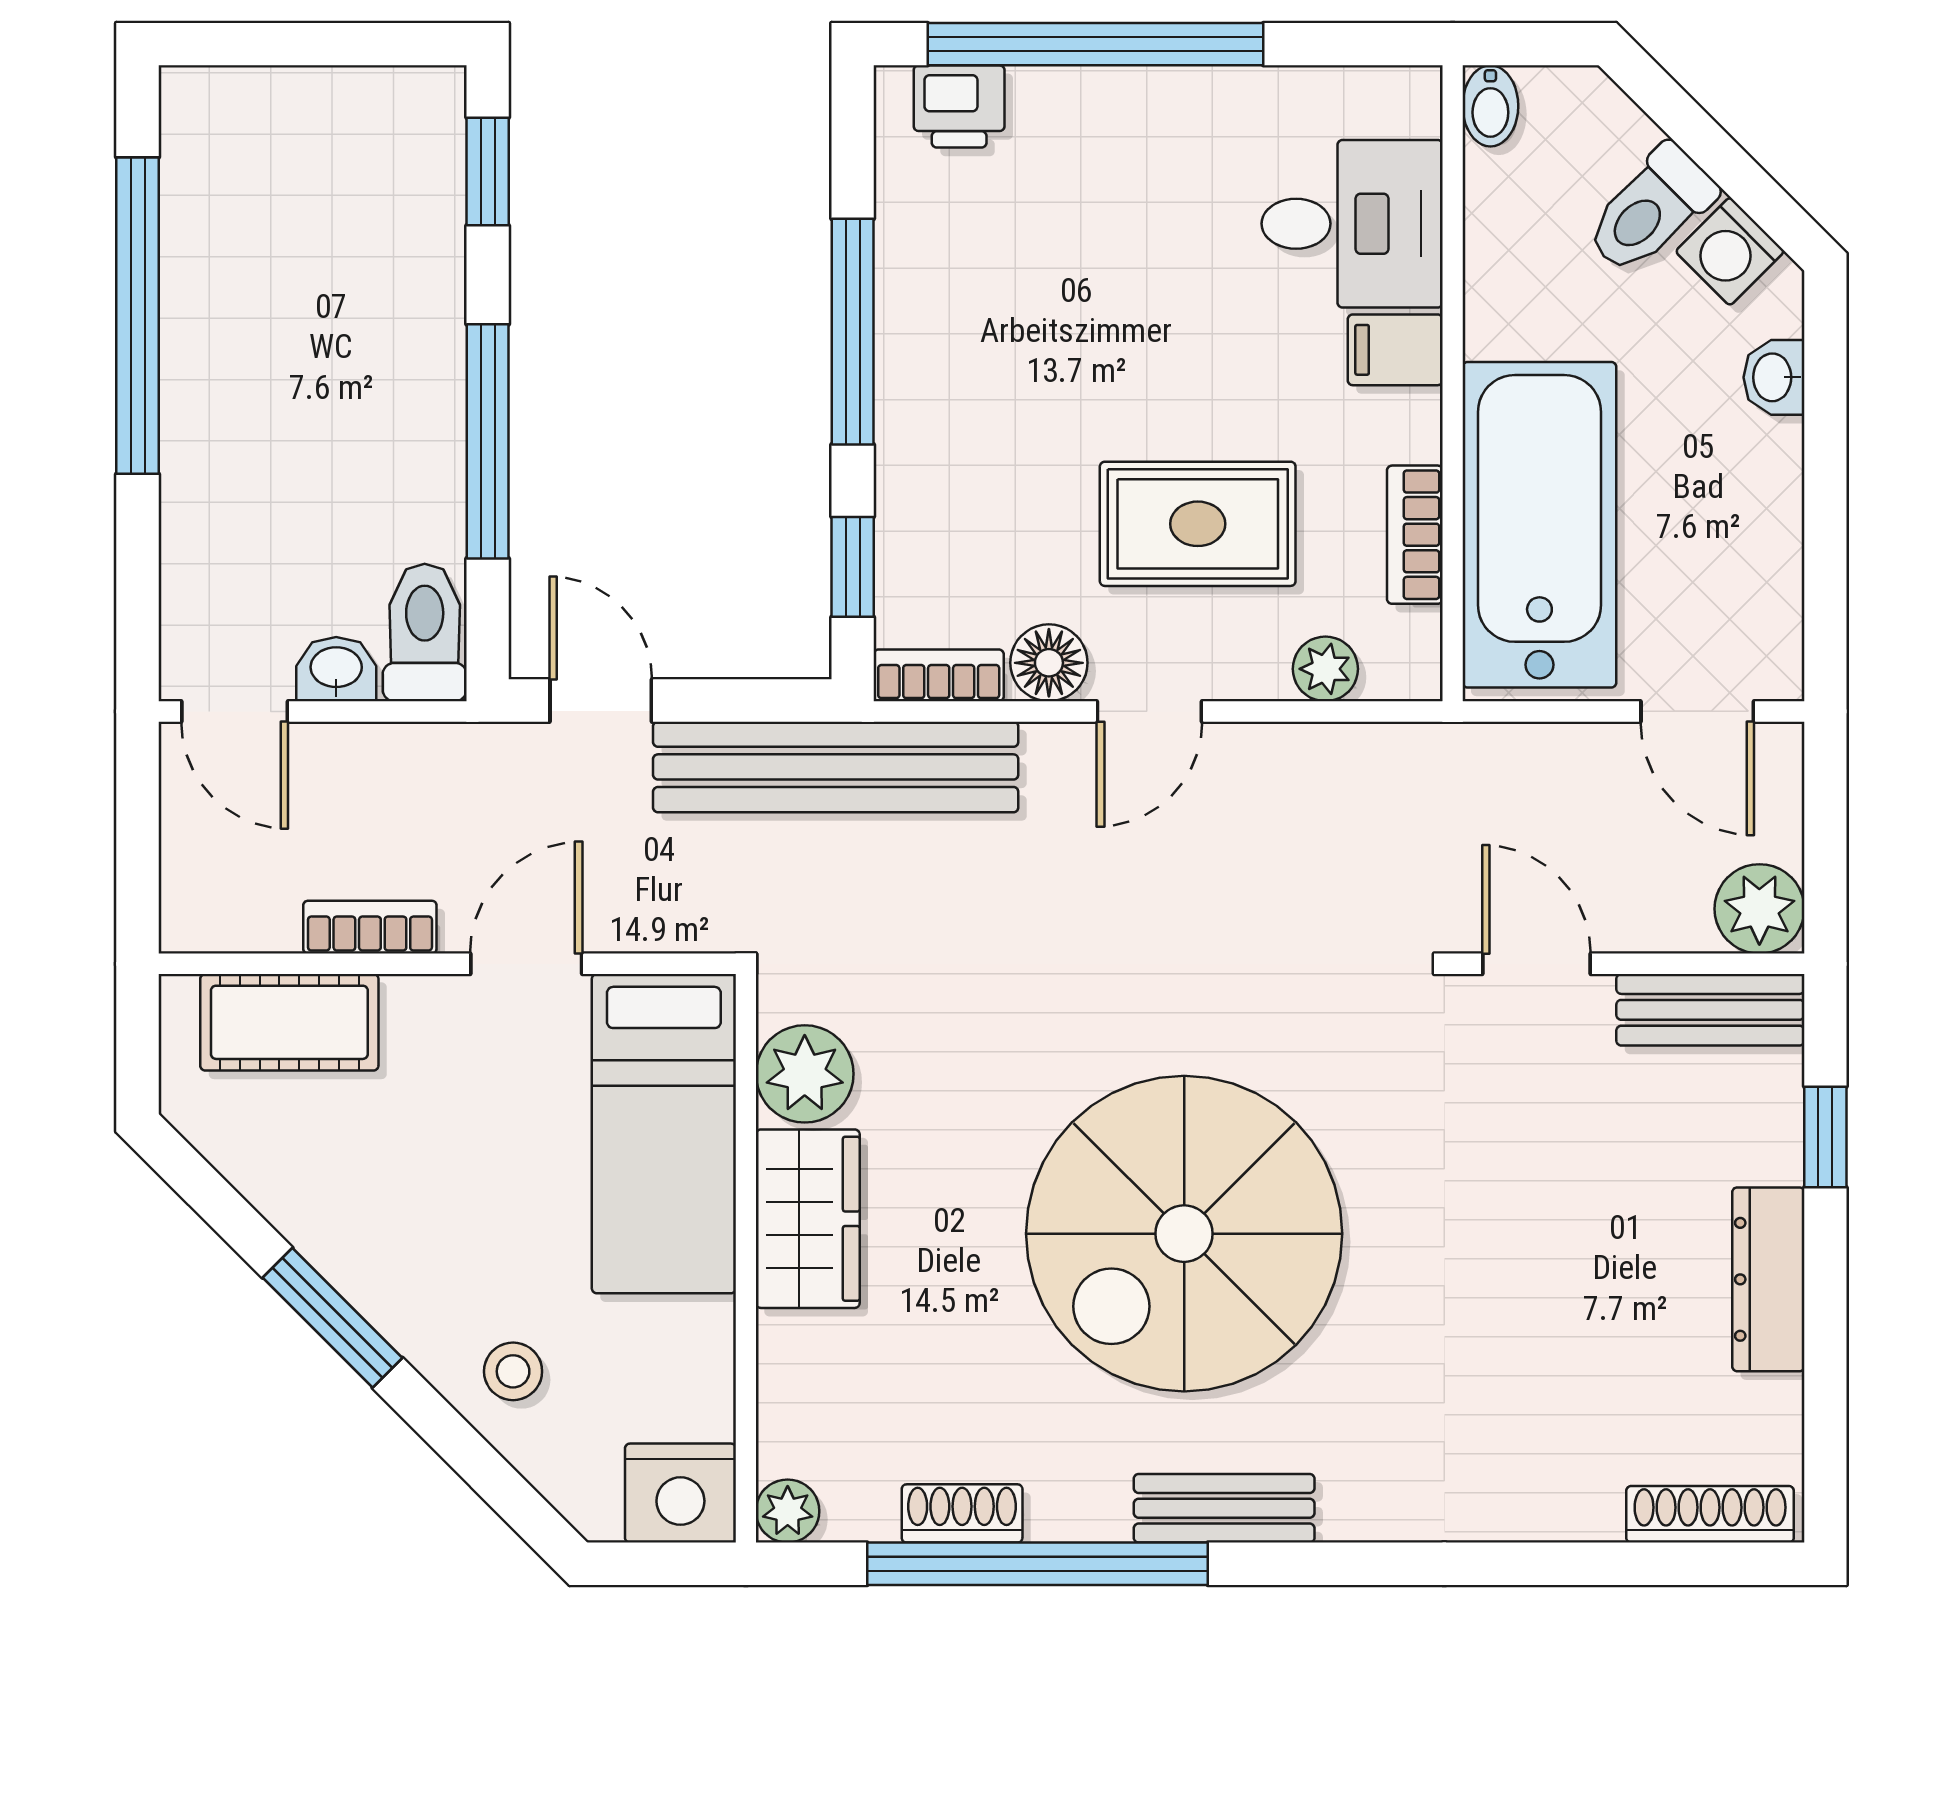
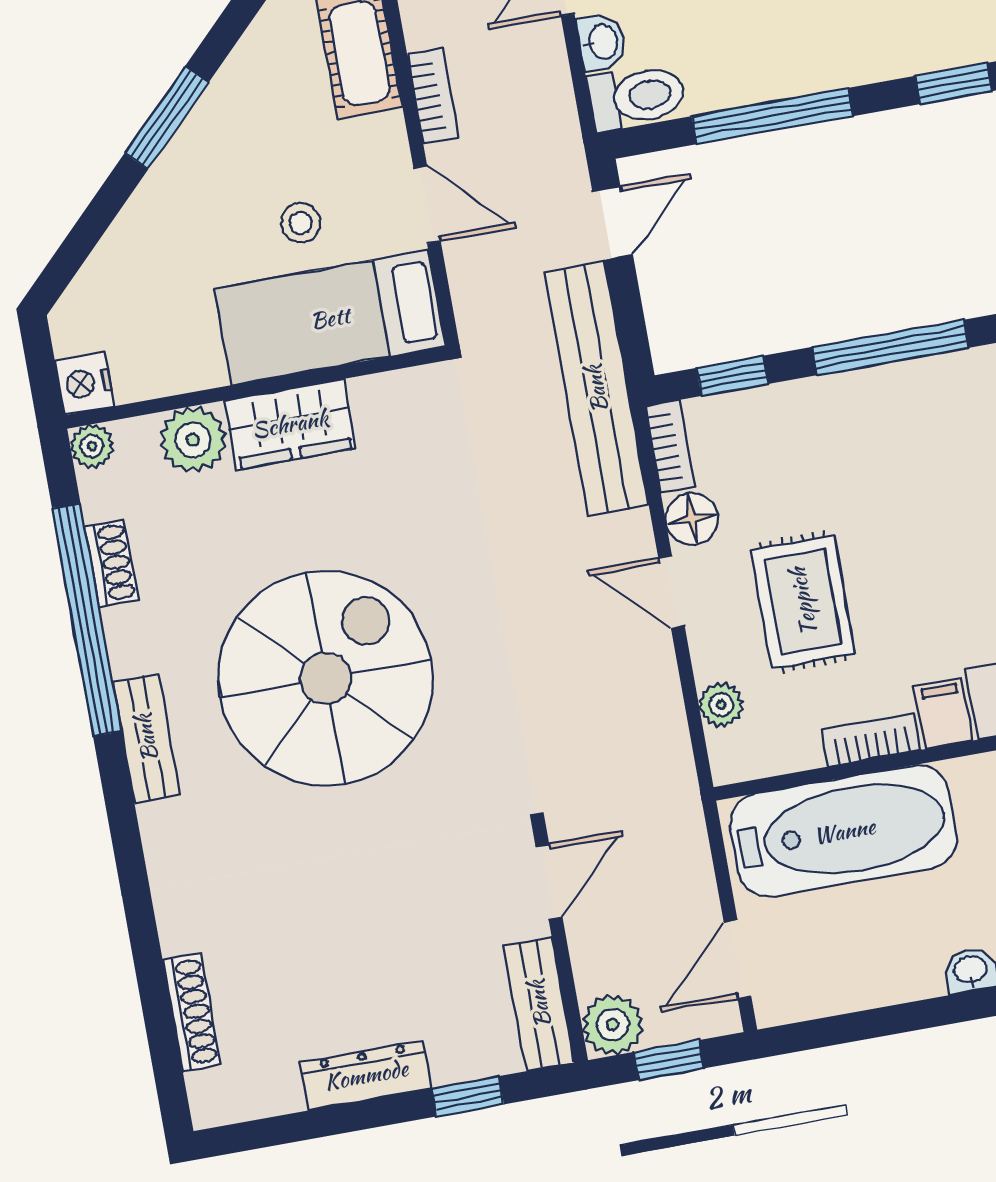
bookcase: (1415, 535) -> (871, 740), moved
window: (1825, 837) -> (669, 1060), added
plant: (805, 1074) -> (193, 440), moved
spiral stairs: (1184, 1234) -> (326, 678), turned 90
stool: (513, 1371) -> (301, 223), moved
nightstand: (680, 1493) -> (85, 383), width x0.74, depth x0.75
shoe rack: (1710, 1514) -> (192, 1012), moved

